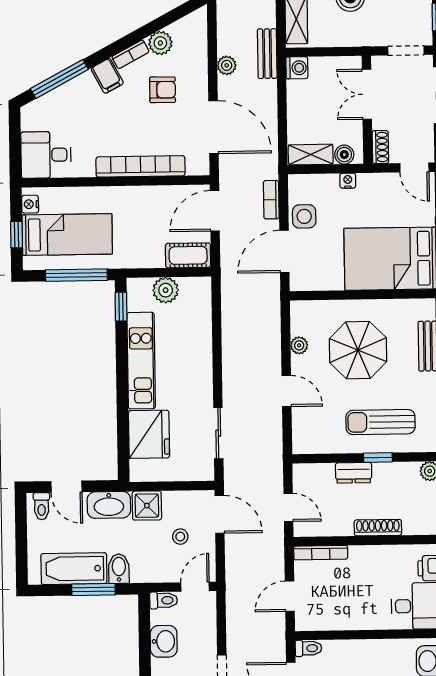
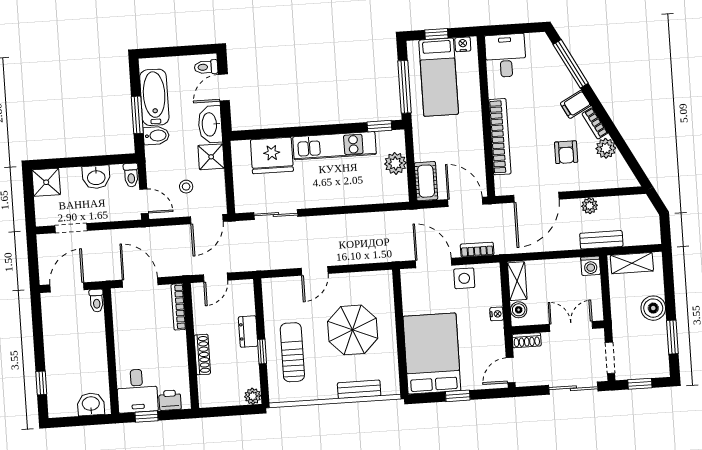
plant: (299, 345) -> (354, 280), removed
door: (290, 596) -> (140, 282), width x1.38

